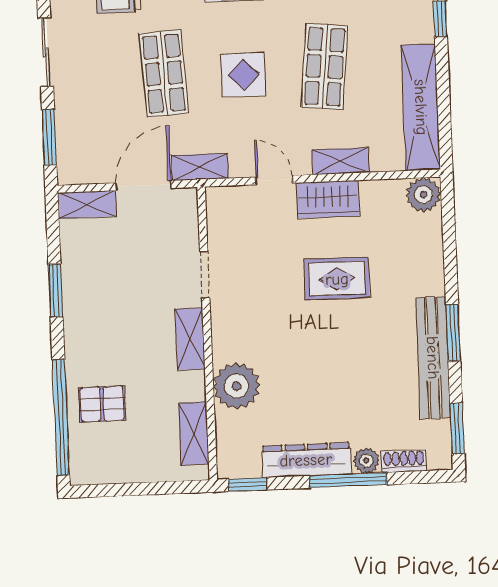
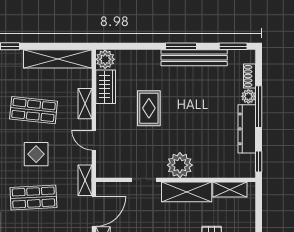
door: (274, 180) -> (94, 140), hinge flipped
door: (143, 186) -> (94, 211), swing flipped
wardrobe: (328, 199) -> (106, 87), moved
shelving: (190, 339) -> (187, 192), width x1.50, depth x1.33
plant: (236, 386) -> (180, 165), moved

